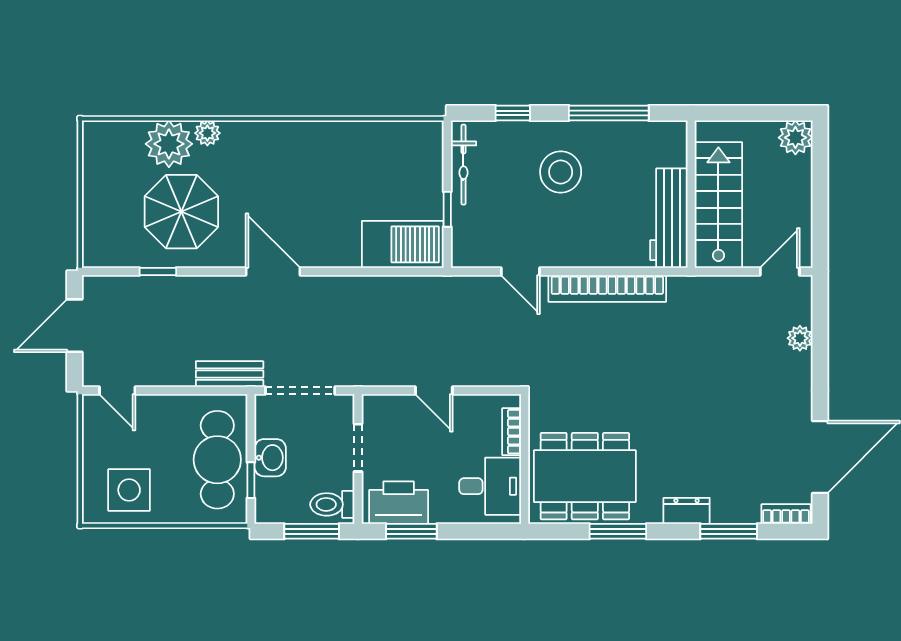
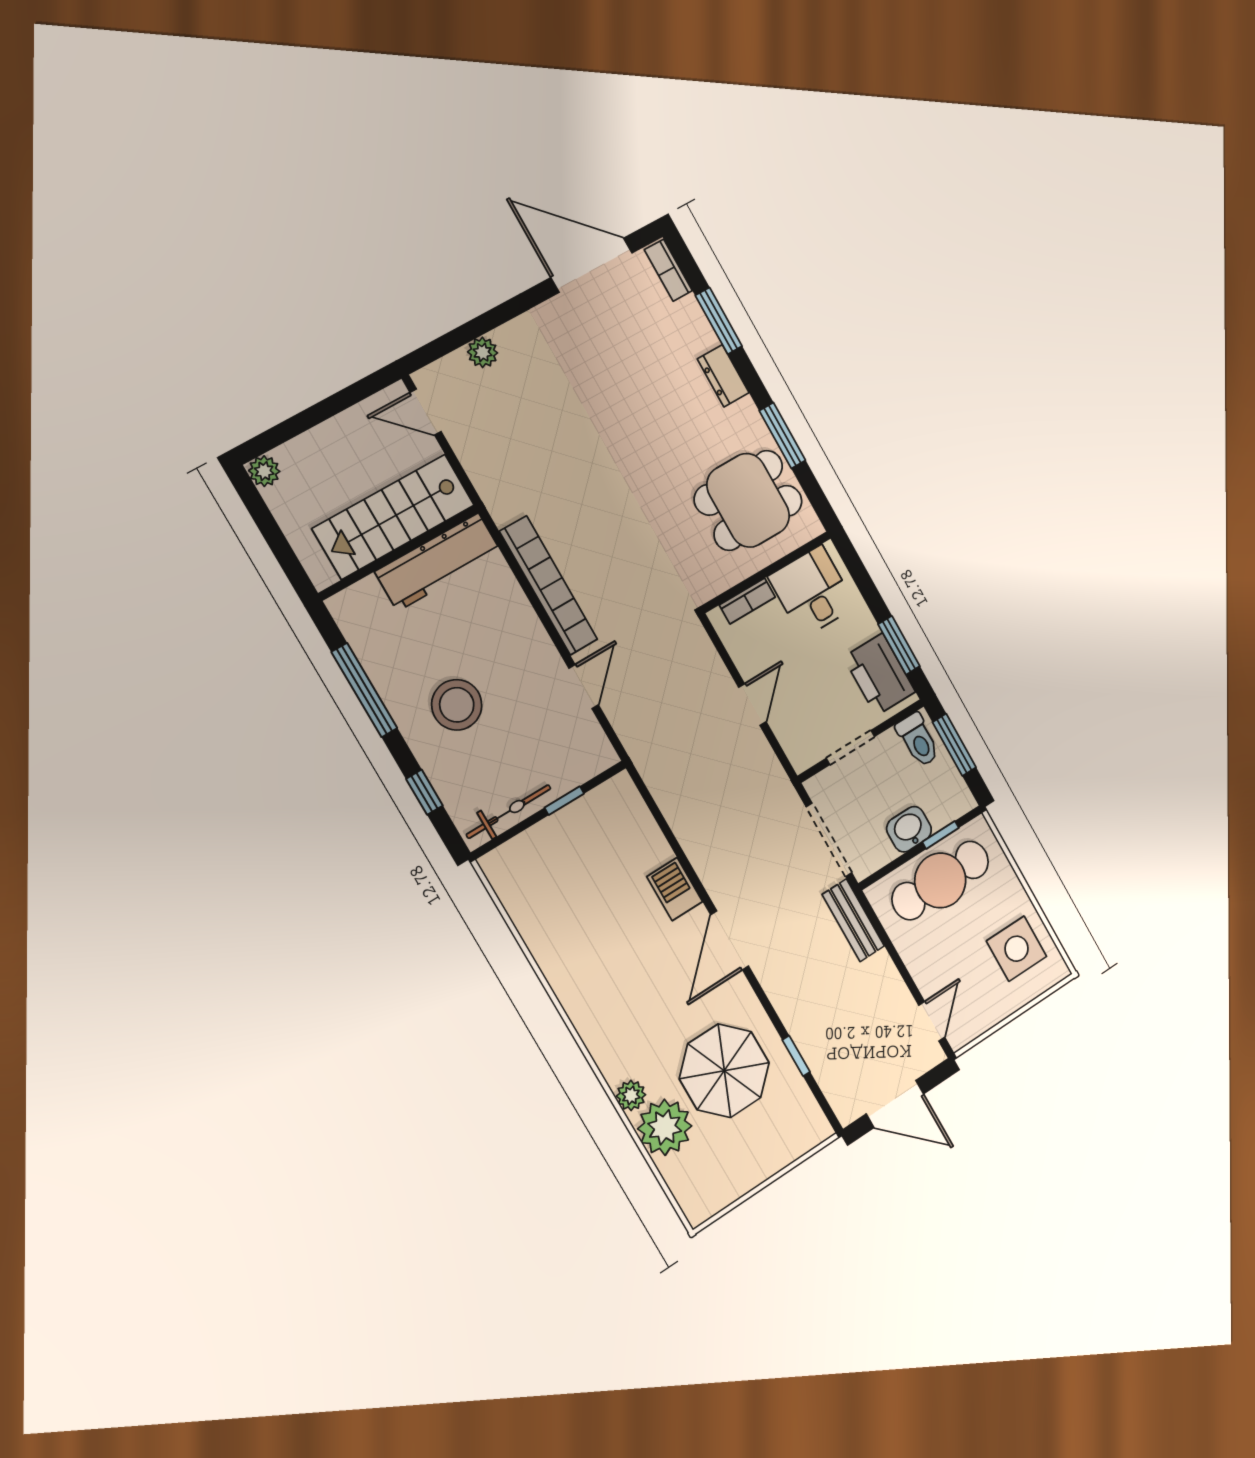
plant: (795, 138) -> (264, 471), width x0.73, depth x0.73
barbecue: (403, 244) -> (675, 889), moved, width x0.53, depth x0.65
dining table: (585, 476) -> (748, 500), width x0.73

